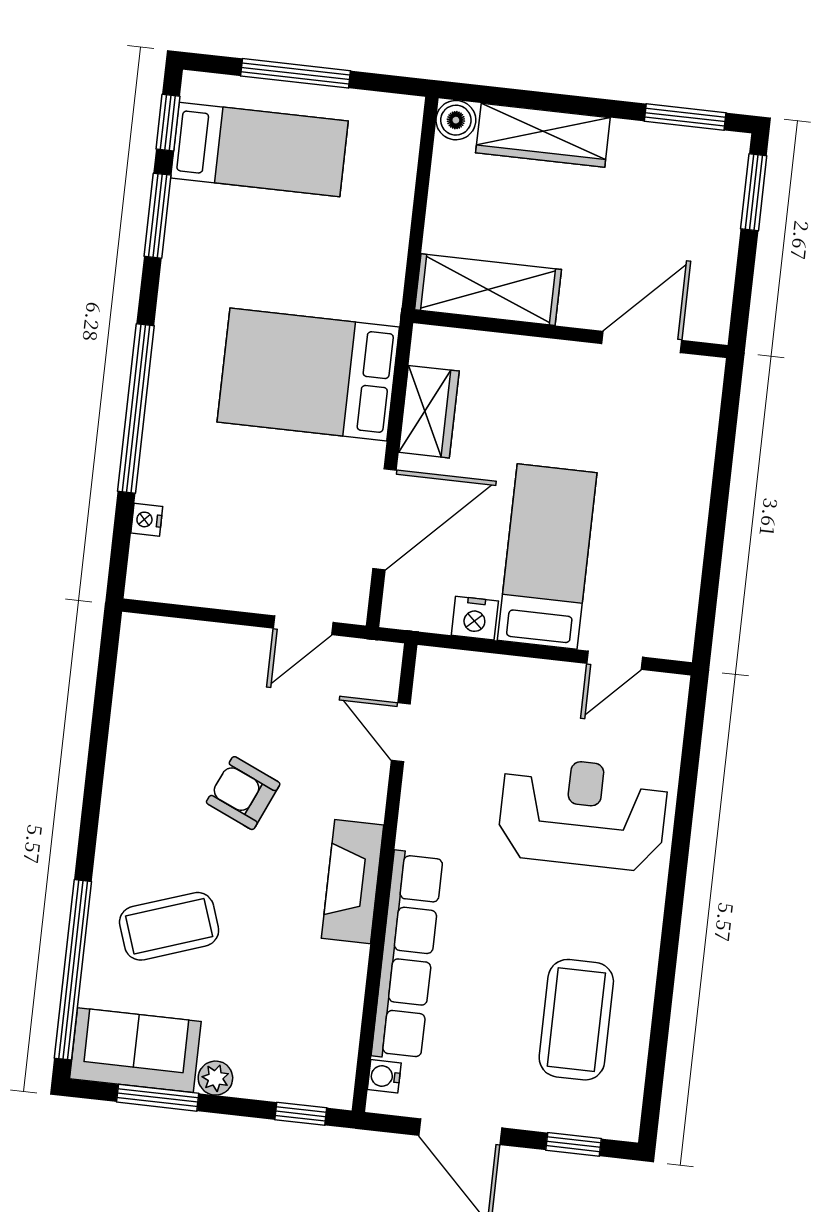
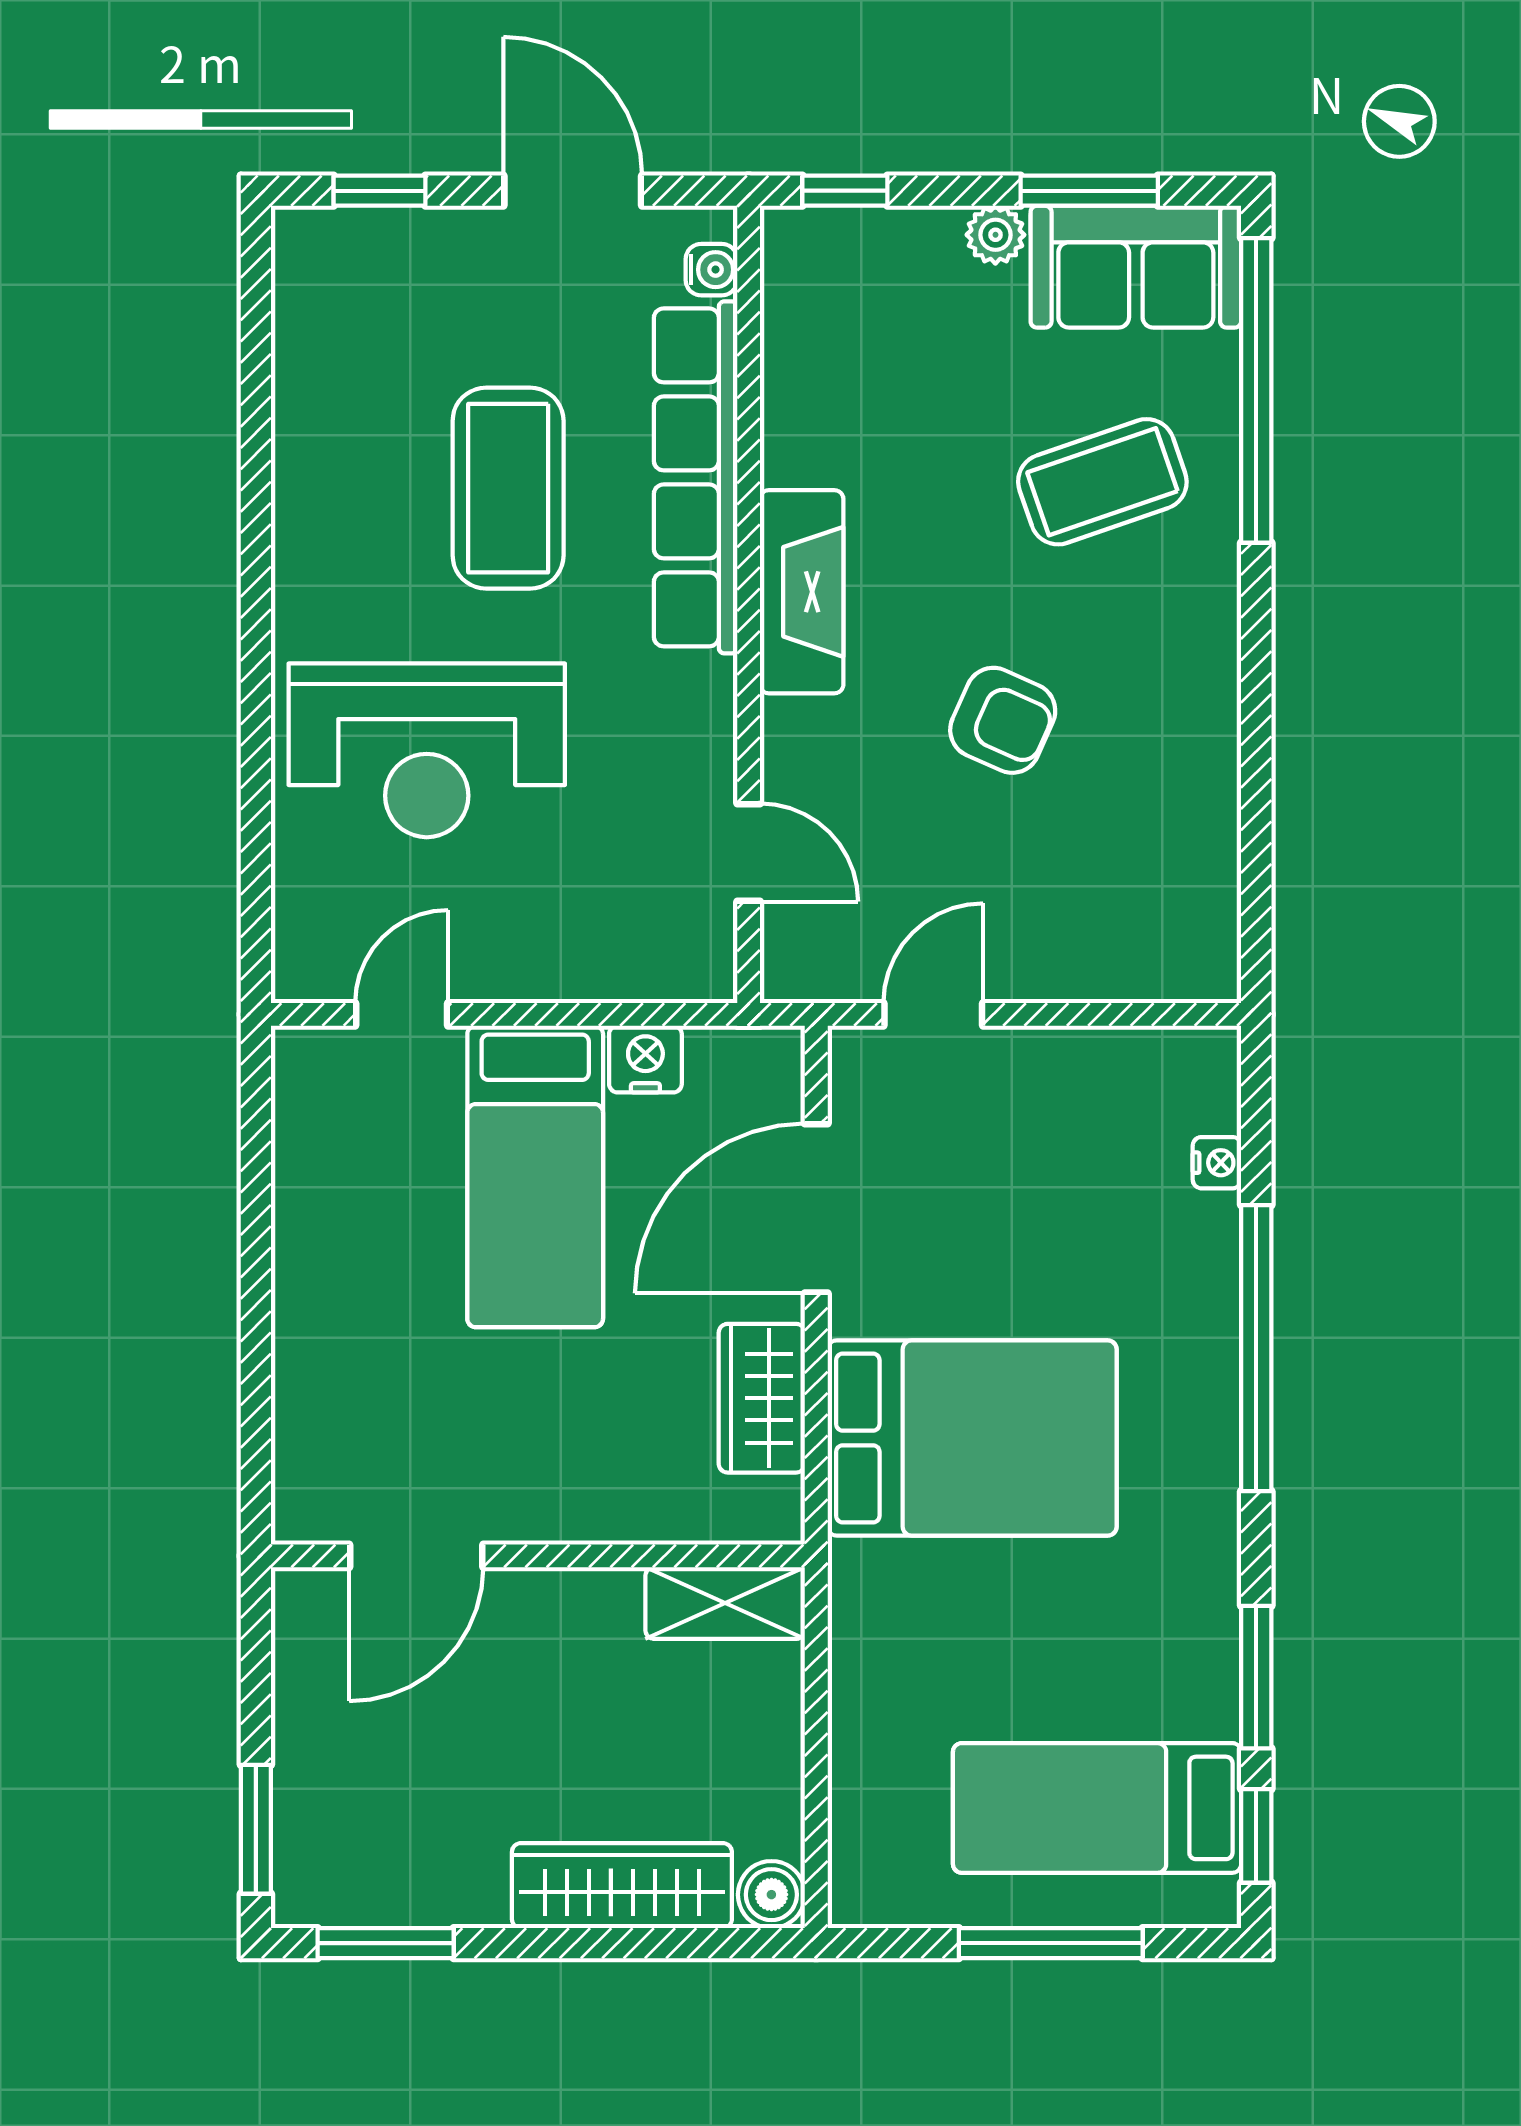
shelving: (488, 290) -> (725, 1603), width x0.67, depth x0.75
coffee table: (576, 1020) -> (508, 488), moved

